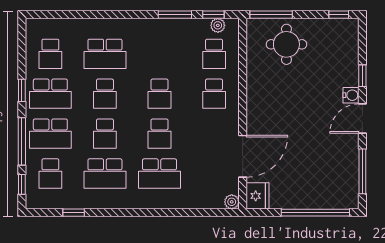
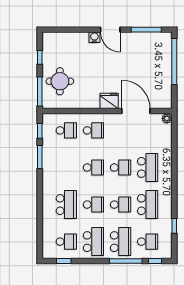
window: (339, 15) -> (40, 57), moved
plant: (218, 25) -> (47, 128), removed
window: (362, 76) -> (81, 30), removed
window: (22, 90) -> (64, 261), moved
fridge: (257, 196) -> (109, 101), moved

